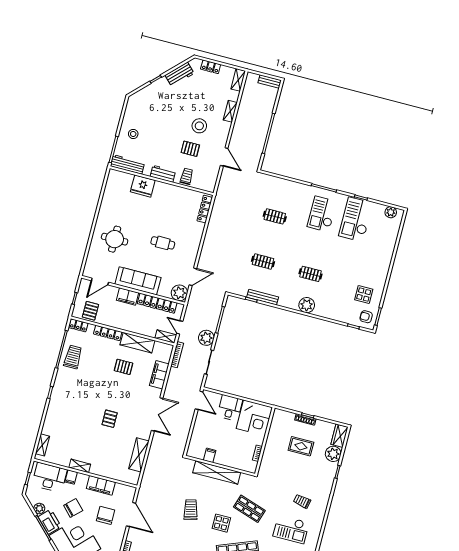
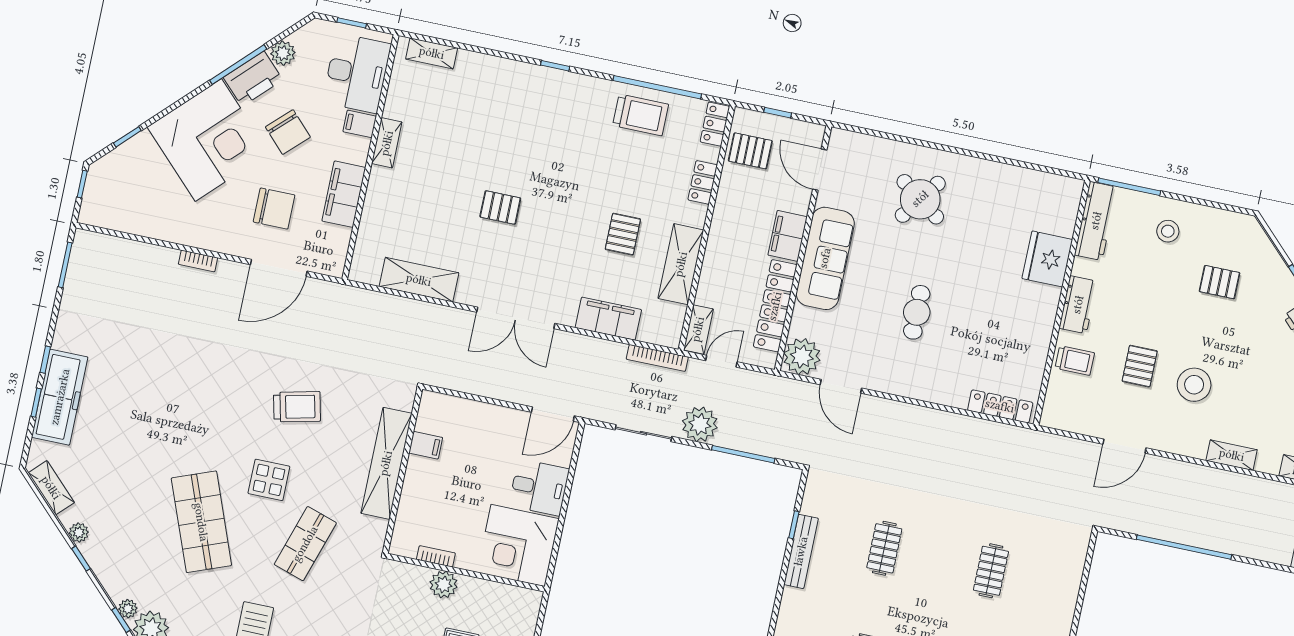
pallet: (156, 113) -> (1220, 282), added
round table: (115, 239) -> (920, 199), turned 36
locker: (108, 333) -> (703, 182), width x0.66
plant: (270, 451) -> (444, 585), added

